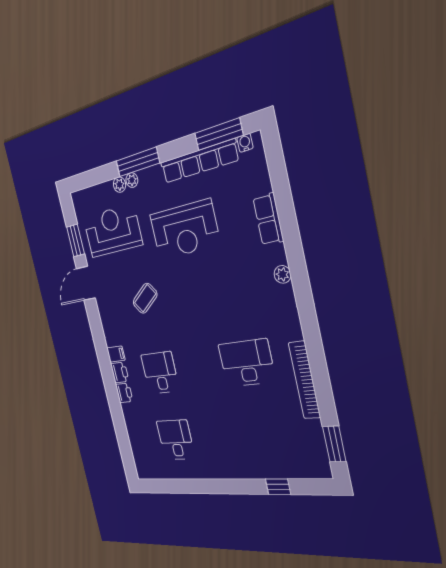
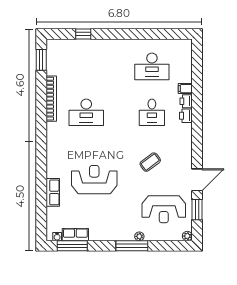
row of seats: (199, 161) -> (75, 235), width x0.50
plant: (119, 185) -> (187, 236), moved
reception desk: (185, 230) -> (94, 180), moved
plant: (282, 274) -> (51, 161), removed
filing cabinet: (116, 354) -> (185, 89), moved
desk: (176, 440) -> (152, 66), width x1.37

